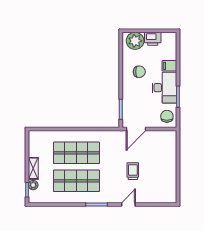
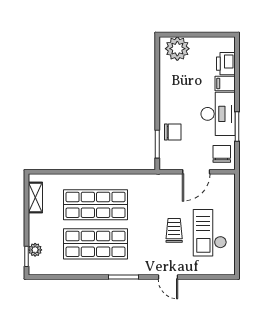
printer: (153, 39) -> (226, 64), moved, turned 90
chair: (139, 72) -> (173, 132), moved
door: (136, 129) -> (196, 172), moved
shelving: (33, 168) -> (35, 197), moved
checkout: (158, 173) -> (210, 233), added
door: (128, 205) -> (168, 277), swing flipped

